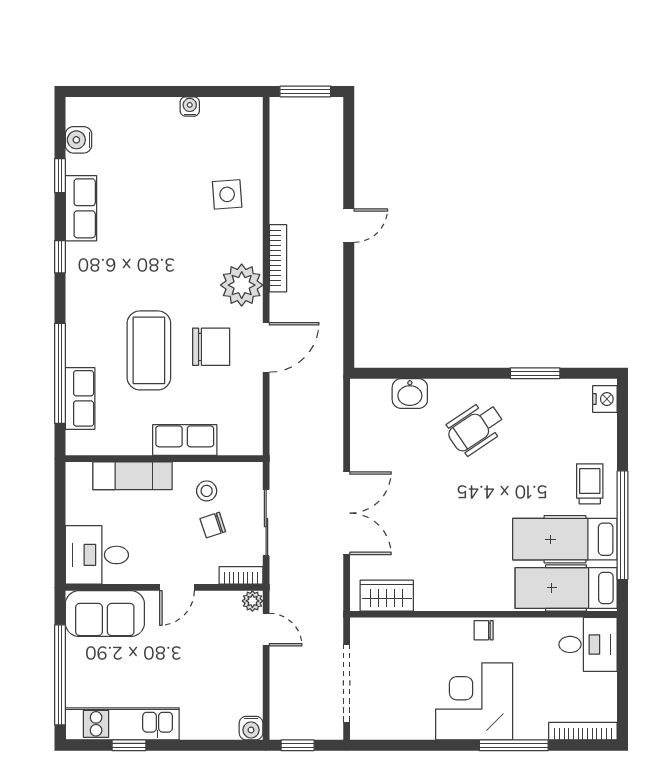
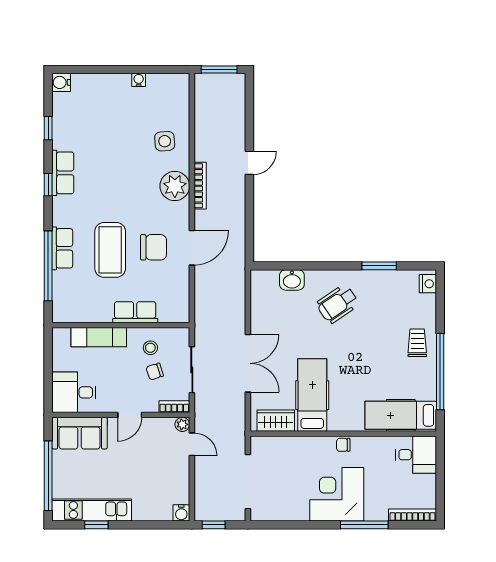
water cooler: (78, 140) -> (61, 82), moved
row of seats: (81, 208) -> (63, 173), moved
plant: (242, 285) -> (175, 186), moved
row of seats: (80, 398) -> (62, 248), moved
hospital bed: (565, 539) -> (312, 395), moved, turned 90

